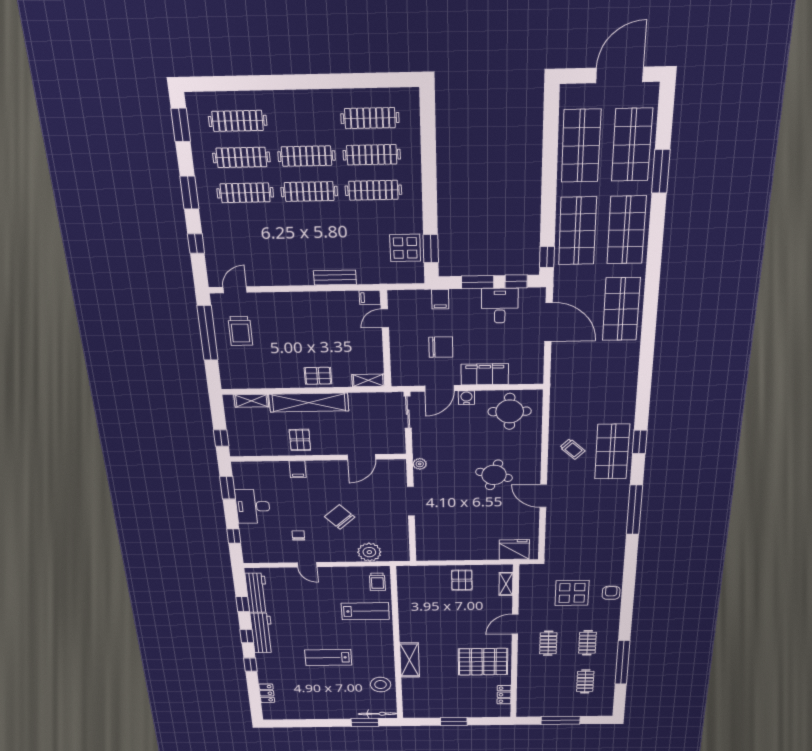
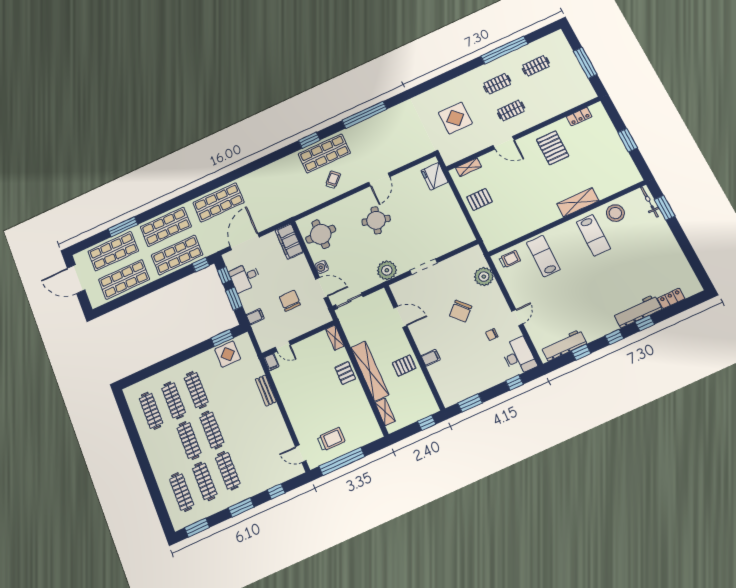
filing cabinet: (485, 374) -> (289, 241), moved
plant: (420, 464) -> (387, 270), width x1.87, depth x1.87
desk: (253, 506) -> (519, 356), moved, turned -90
armchair: (611, 593) -> (443, 92), removed
workbench: (262, 633) -> (637, 311), moved
lab bench: (328, 658) -> (593, 235), moved
pallet: (483, 662) -> (553, 148), width x0.73, depth x0.71

